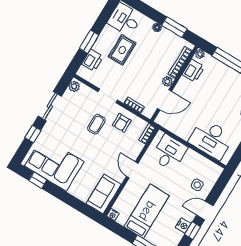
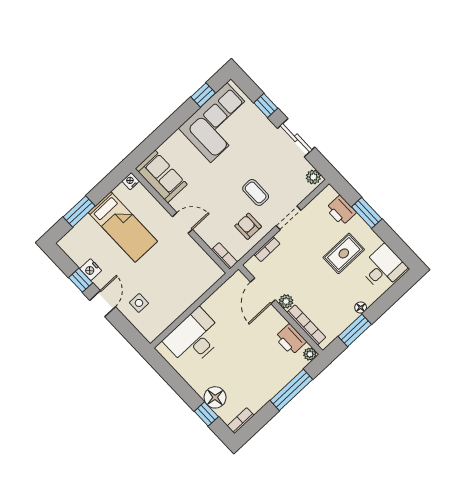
rug: (122, 50) -> (344, 253), turned 90
desk: (169, 153) -> (192, 278), removed

